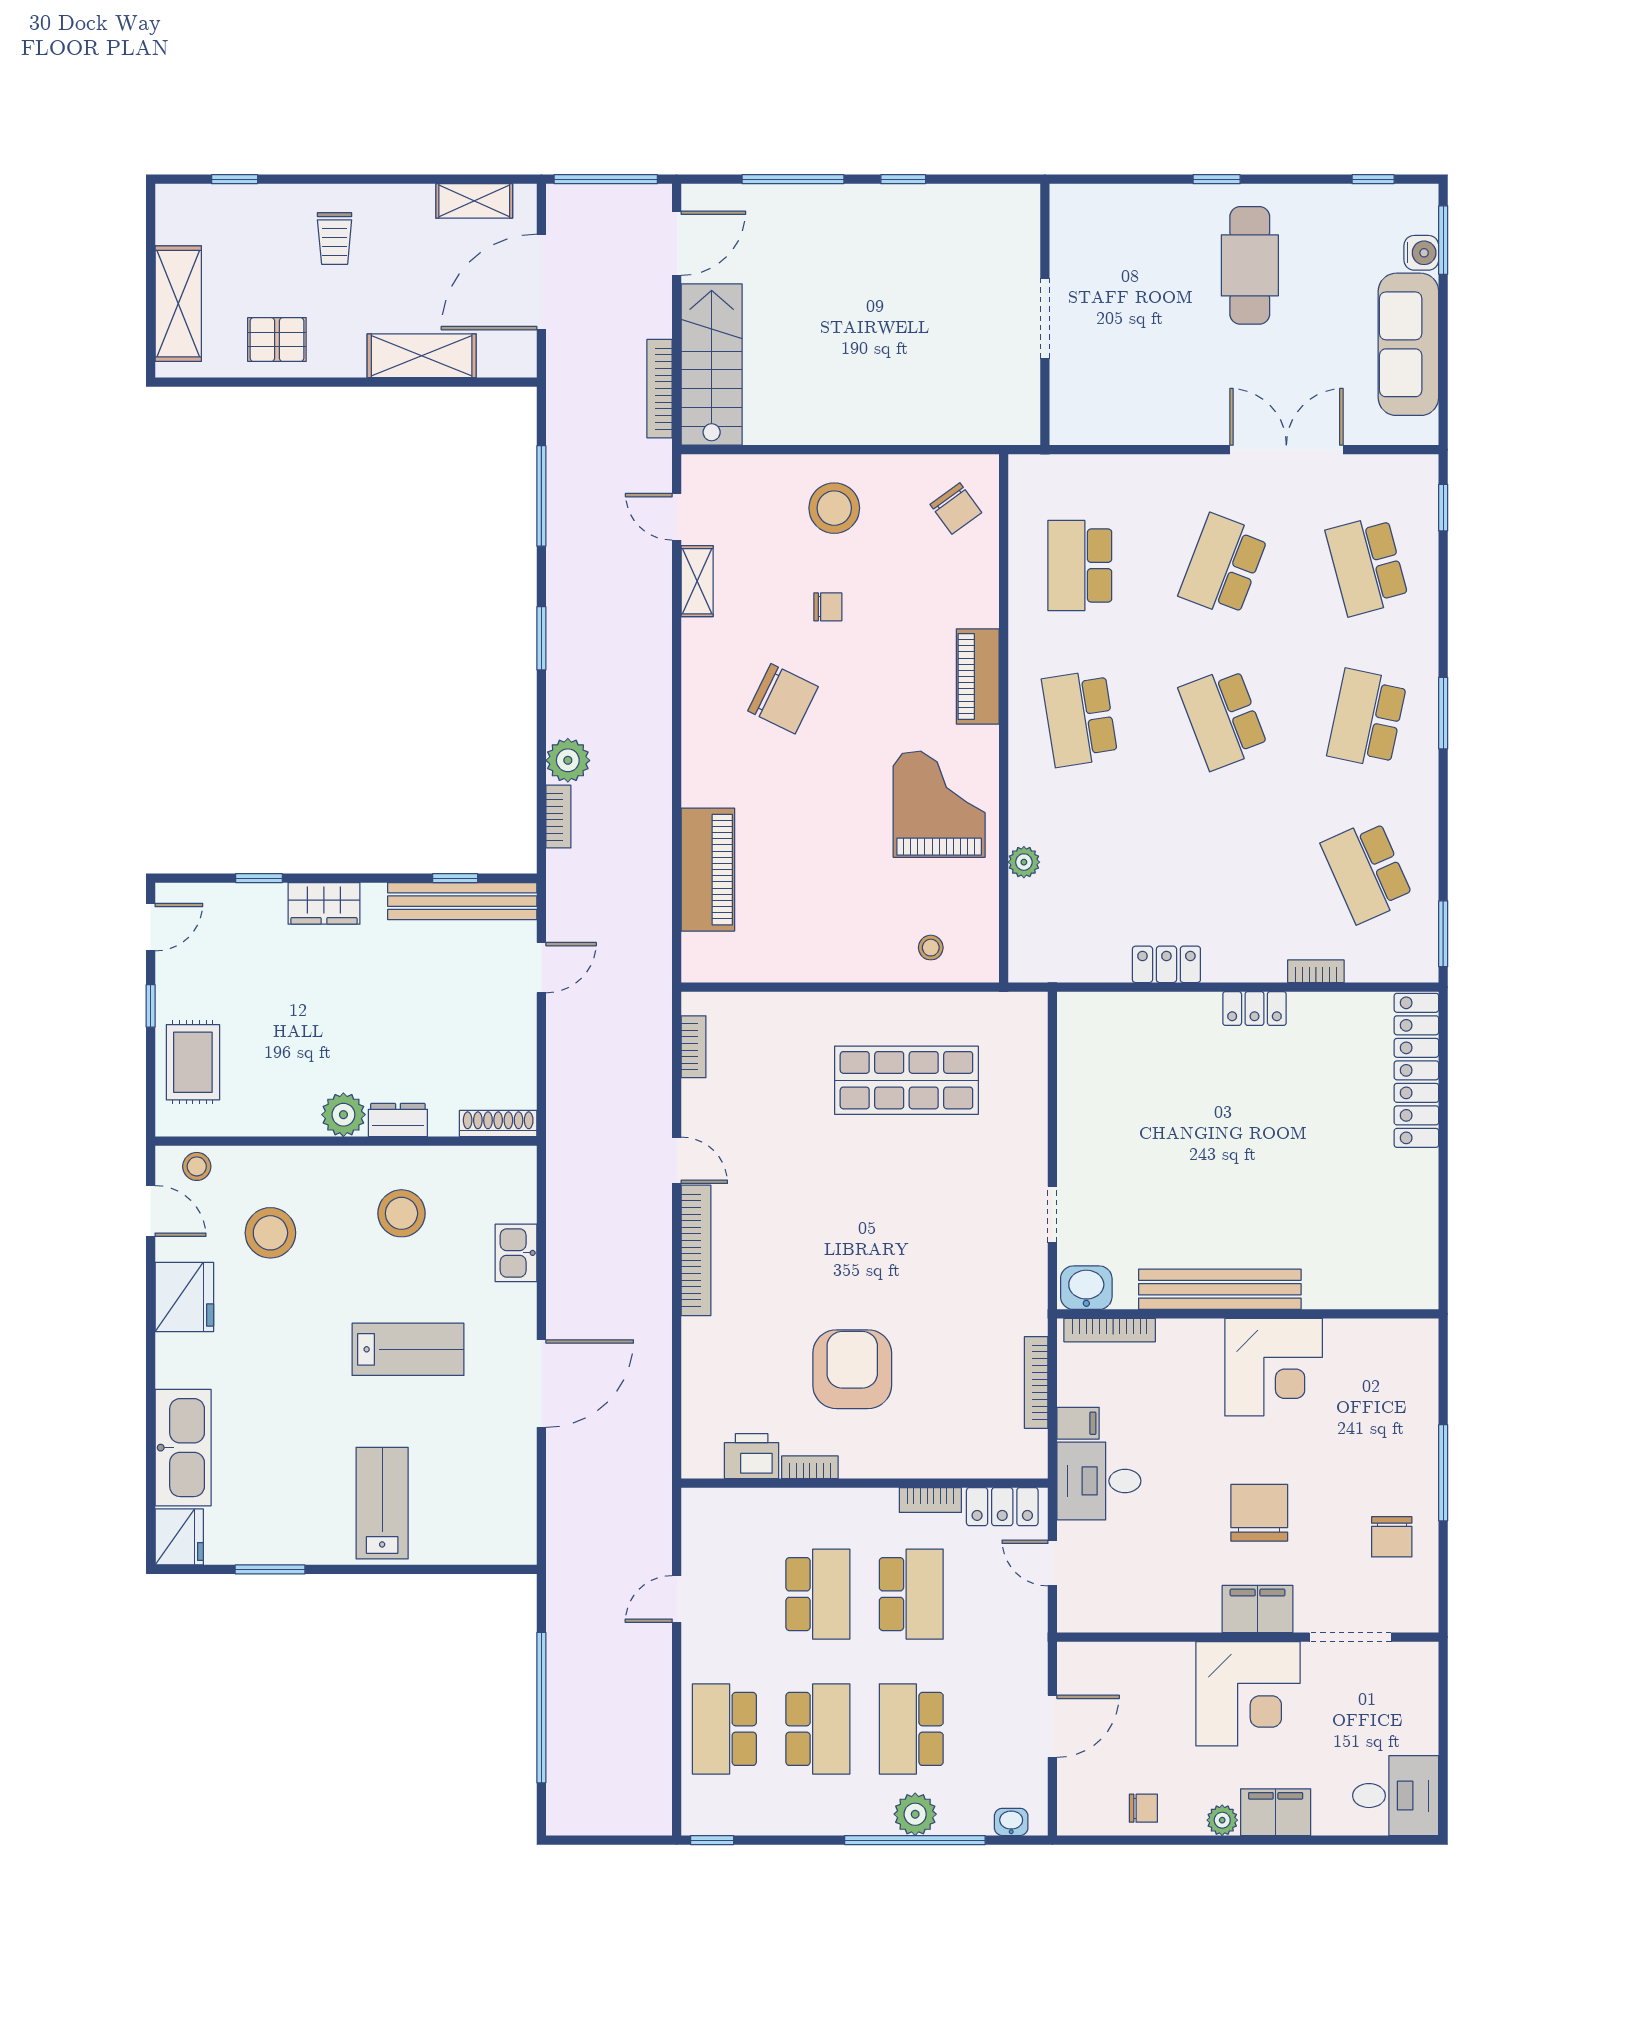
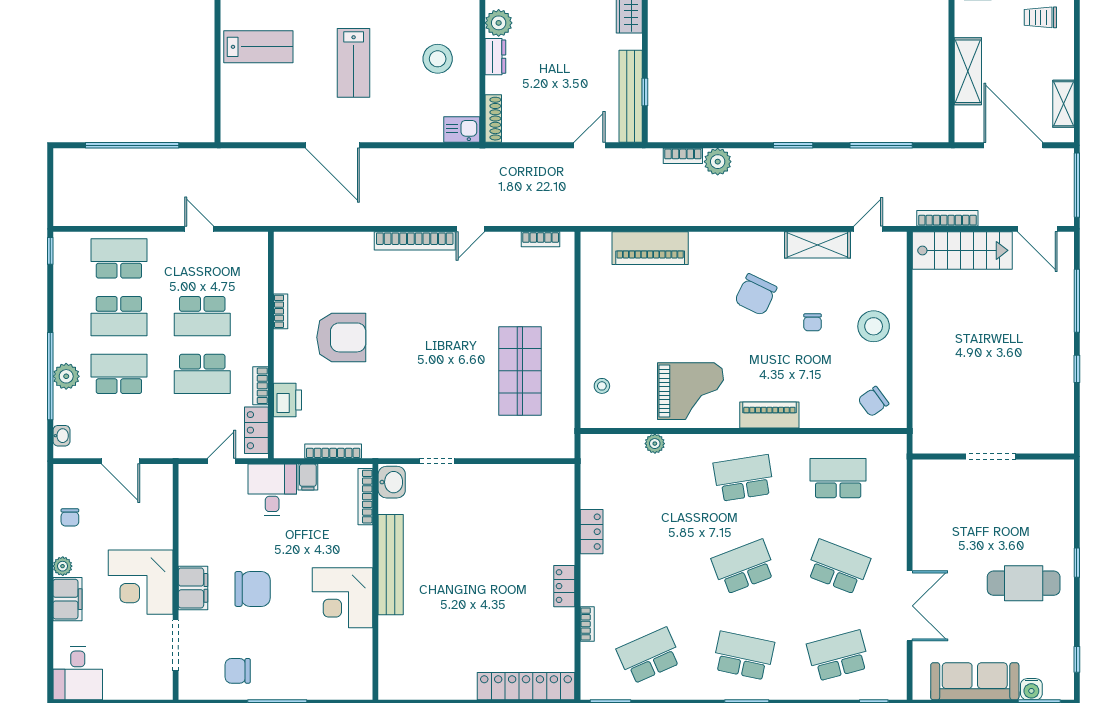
shelving: (697, 581) -> (817, 245), width x1.50, depth x1.33
door: (541, 968) -> (590, 145), swing flipped
kitchen sink: (516, 1253) -> (462, 130), moved
printer: (752, 1456) -> (288, 400), moved

